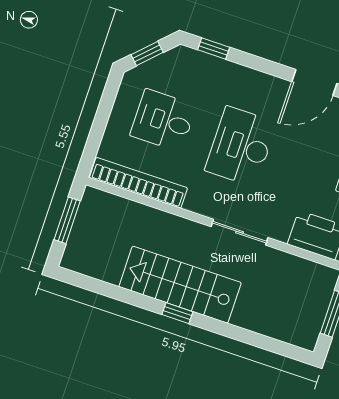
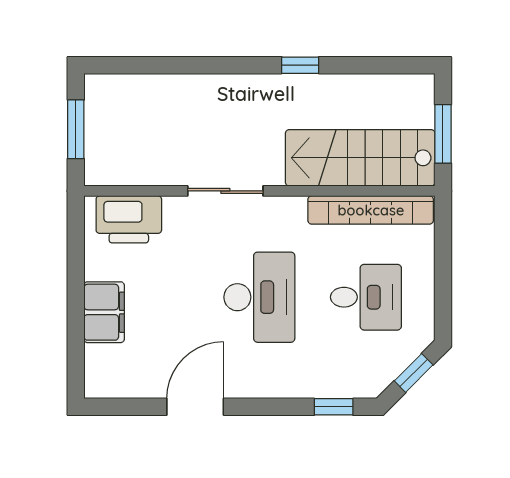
stairs: (180, 285) -> (360, 158), moved, turned 180
window: (177, 313) -> (300, 65), moved

